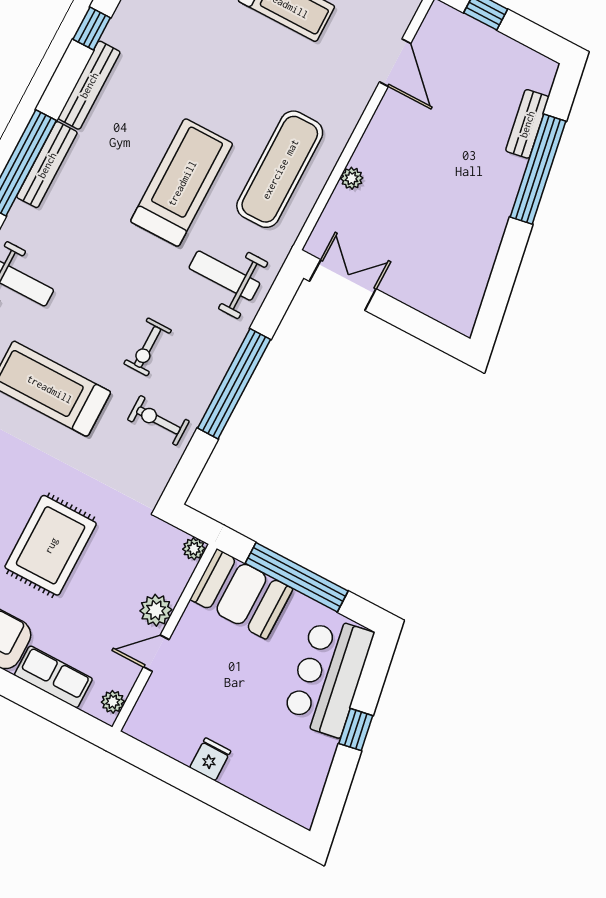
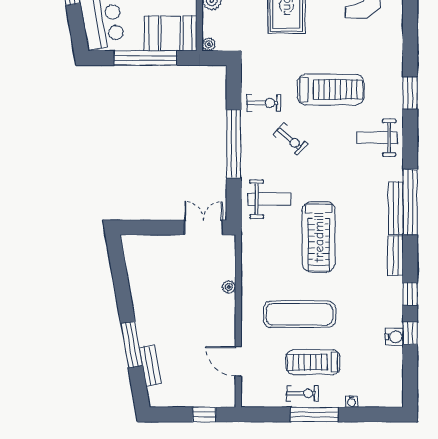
bench: (89, 85) -> (396, 256), width x0.73
exercise mat: (280, 169) -> (299, 314), moved, turned 90
window: (538, 169) -> (132, 345), width x0.68
double door: (343, 285) -> (203, 227), swing flipped
exercise bike: (148, 347) -> (290, 139), turned 131

